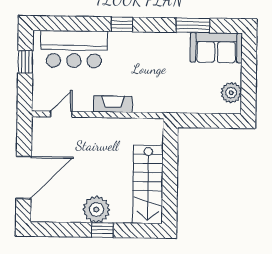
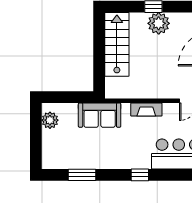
sofa: (216, 48) -> (100, 115), moved, turned 180

